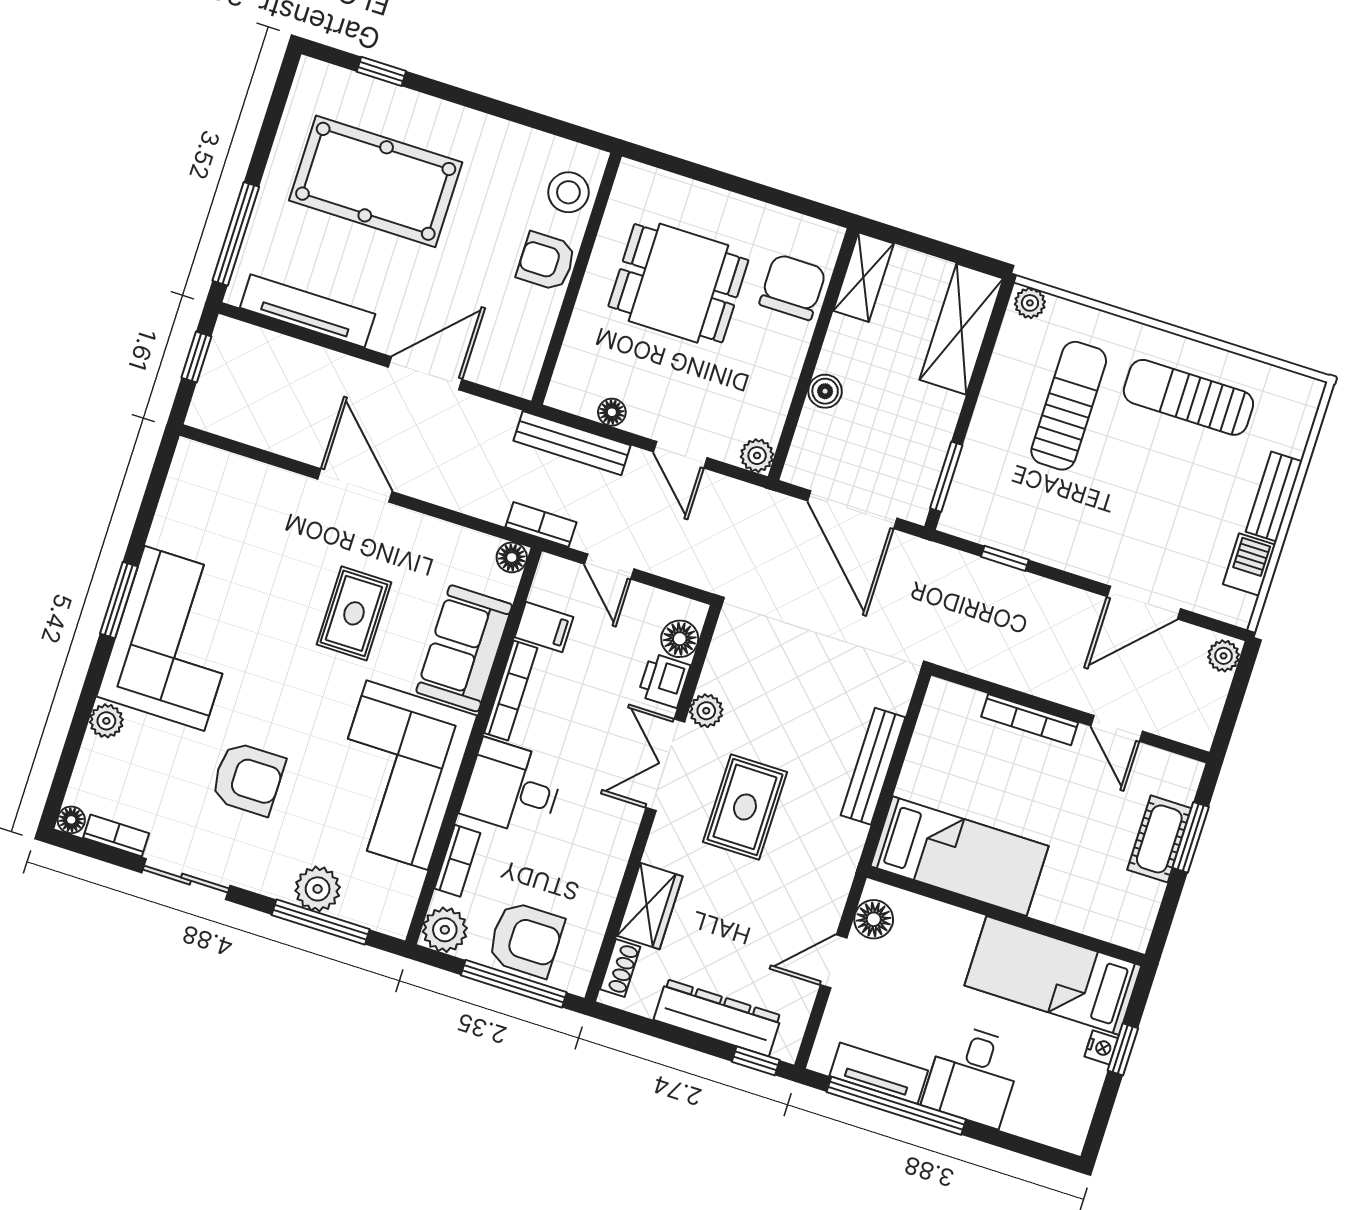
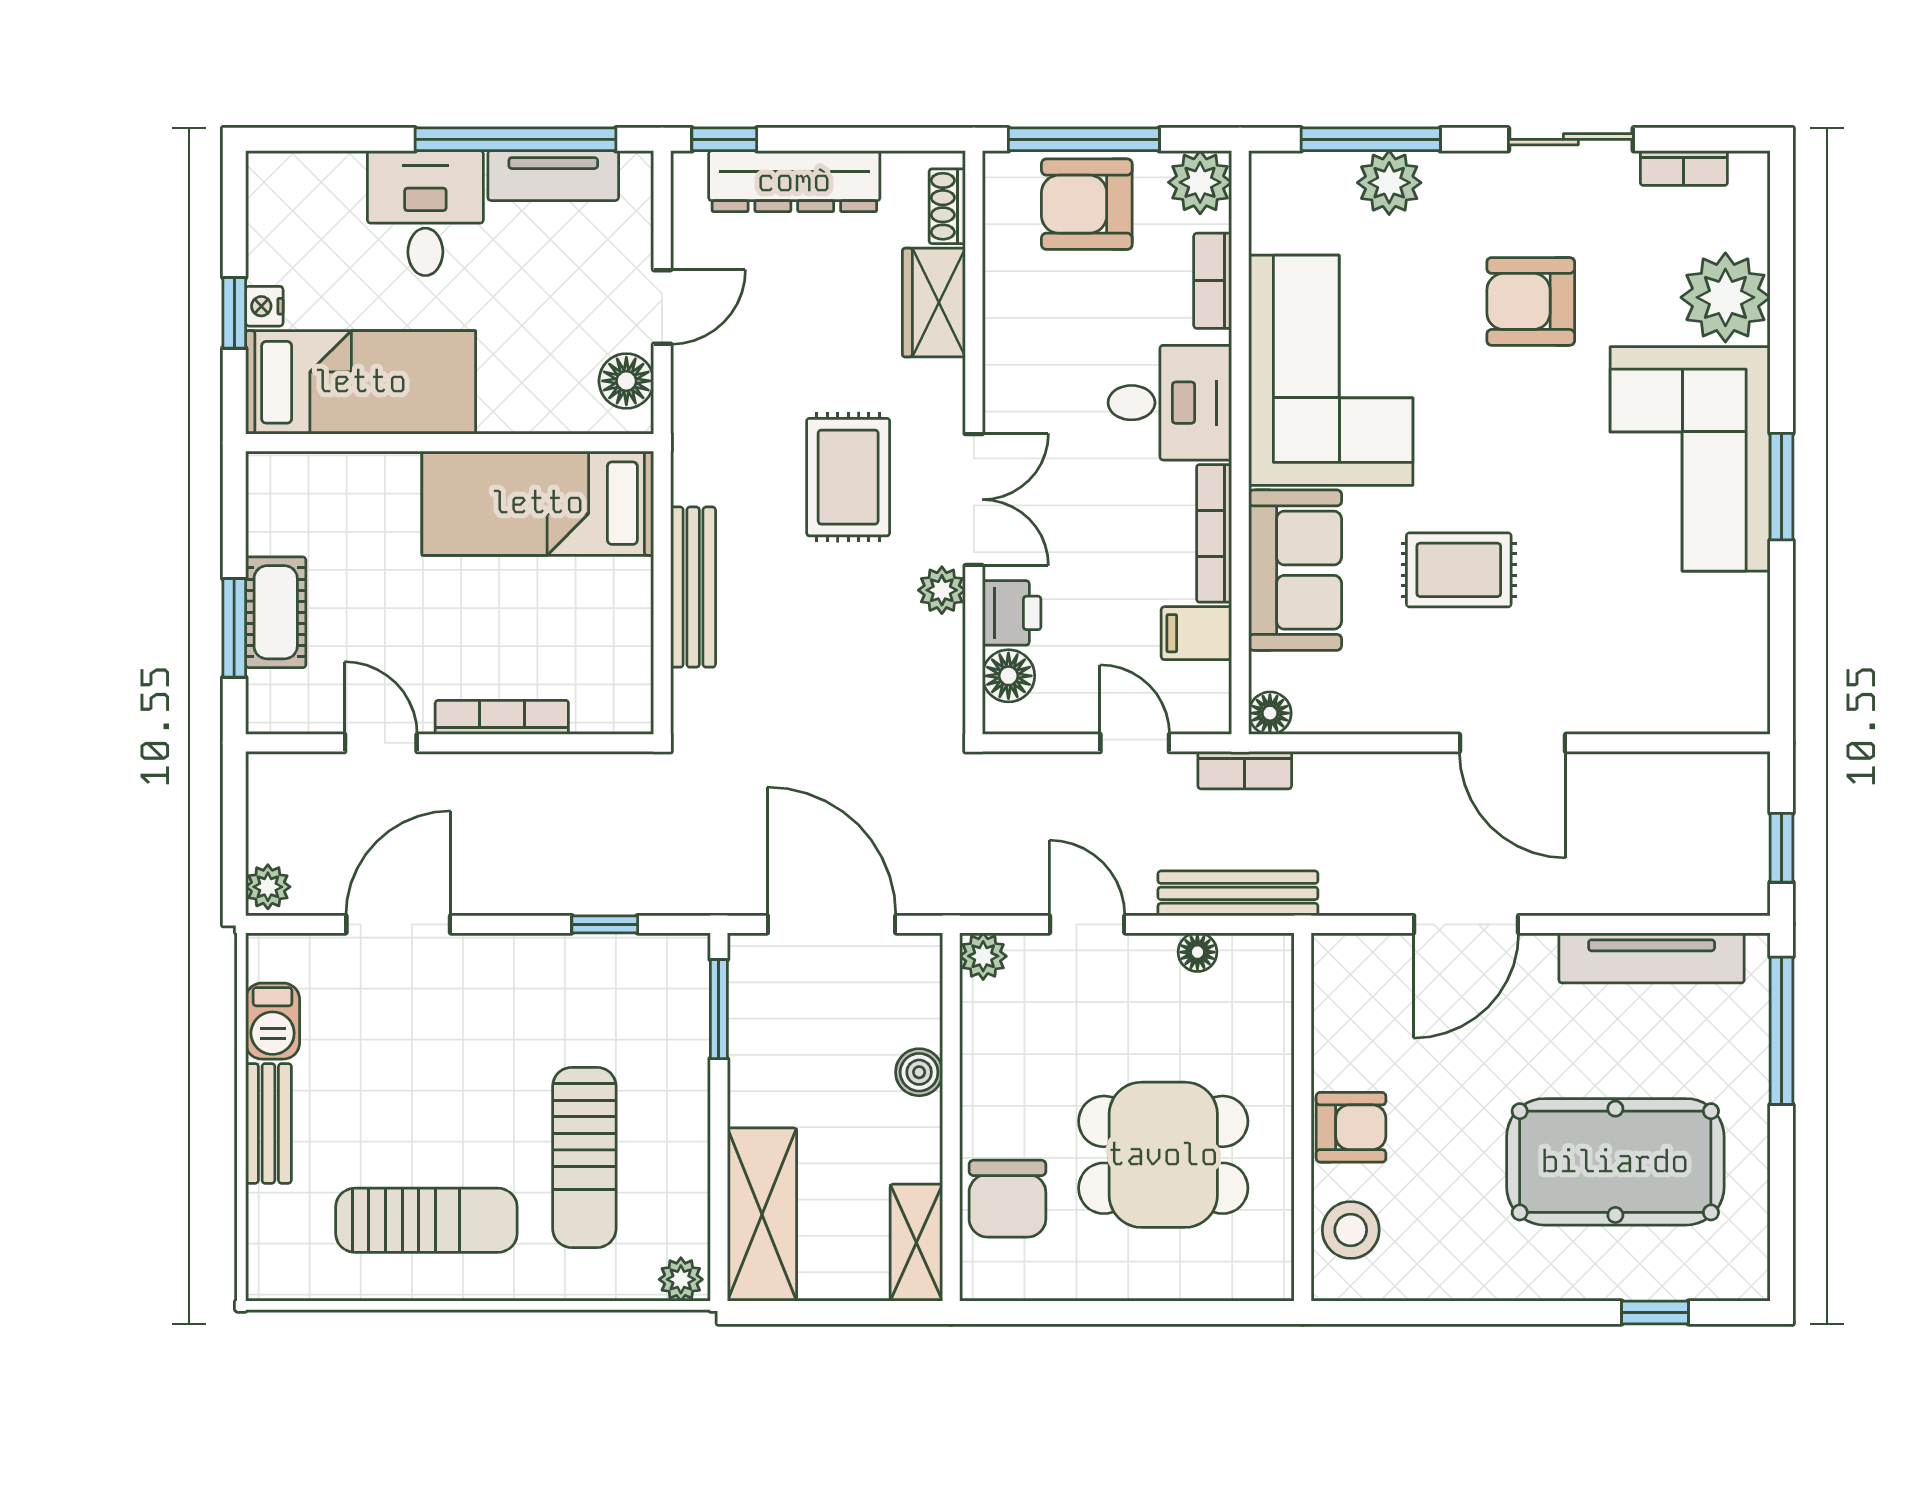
rug: (354, 613) -> (1459, 570), turned 90
plant: (106, 721) -> (1725, 297), width x1.88, depth x1.88
floor lamp: (71, 820) -> (1751, 170), removed

